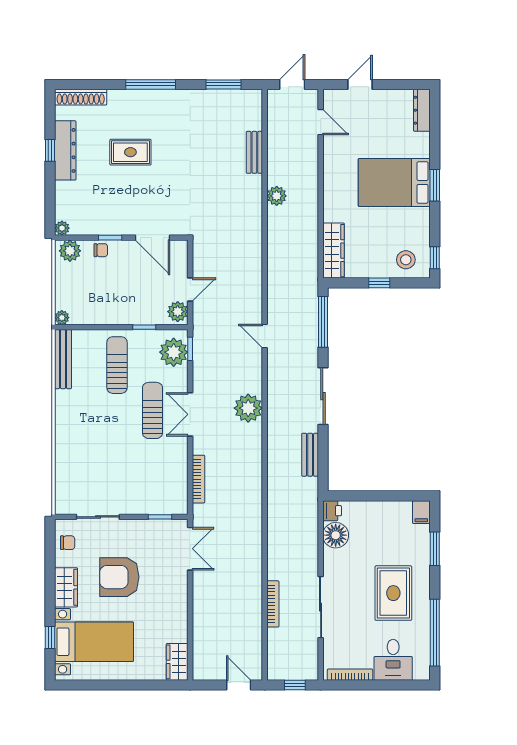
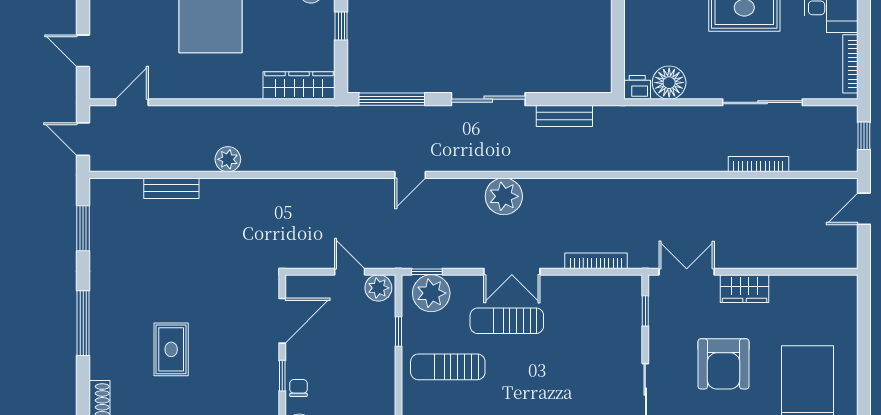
wardrobe: (177, 662) -> (745, 289), moved

